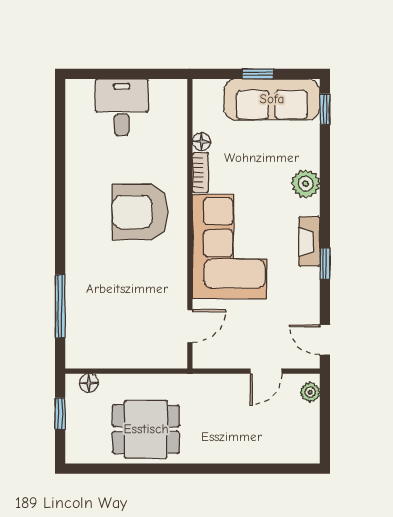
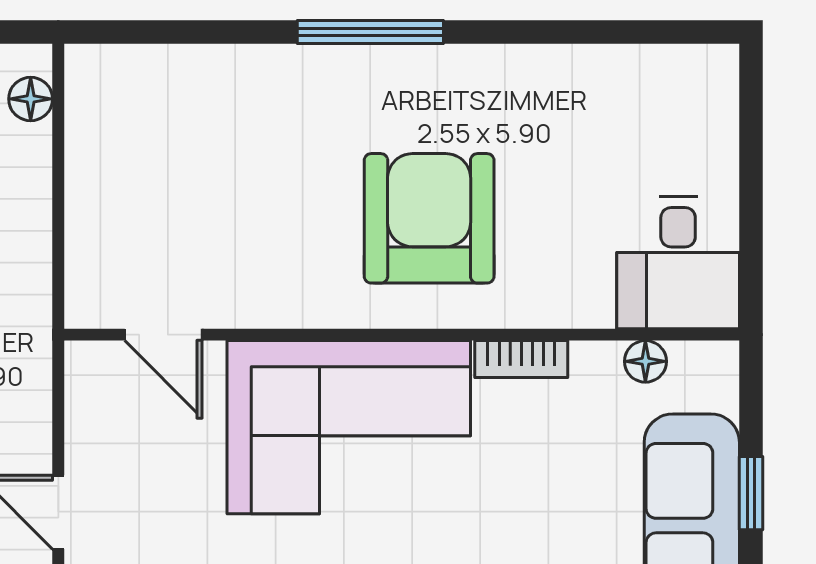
desk: (122, 107) -> (678, 263), moved, turned 90
floor lamp: (201, 142) -> (645, 361), moved
window: (60, 306) -> (370, 32), moved

